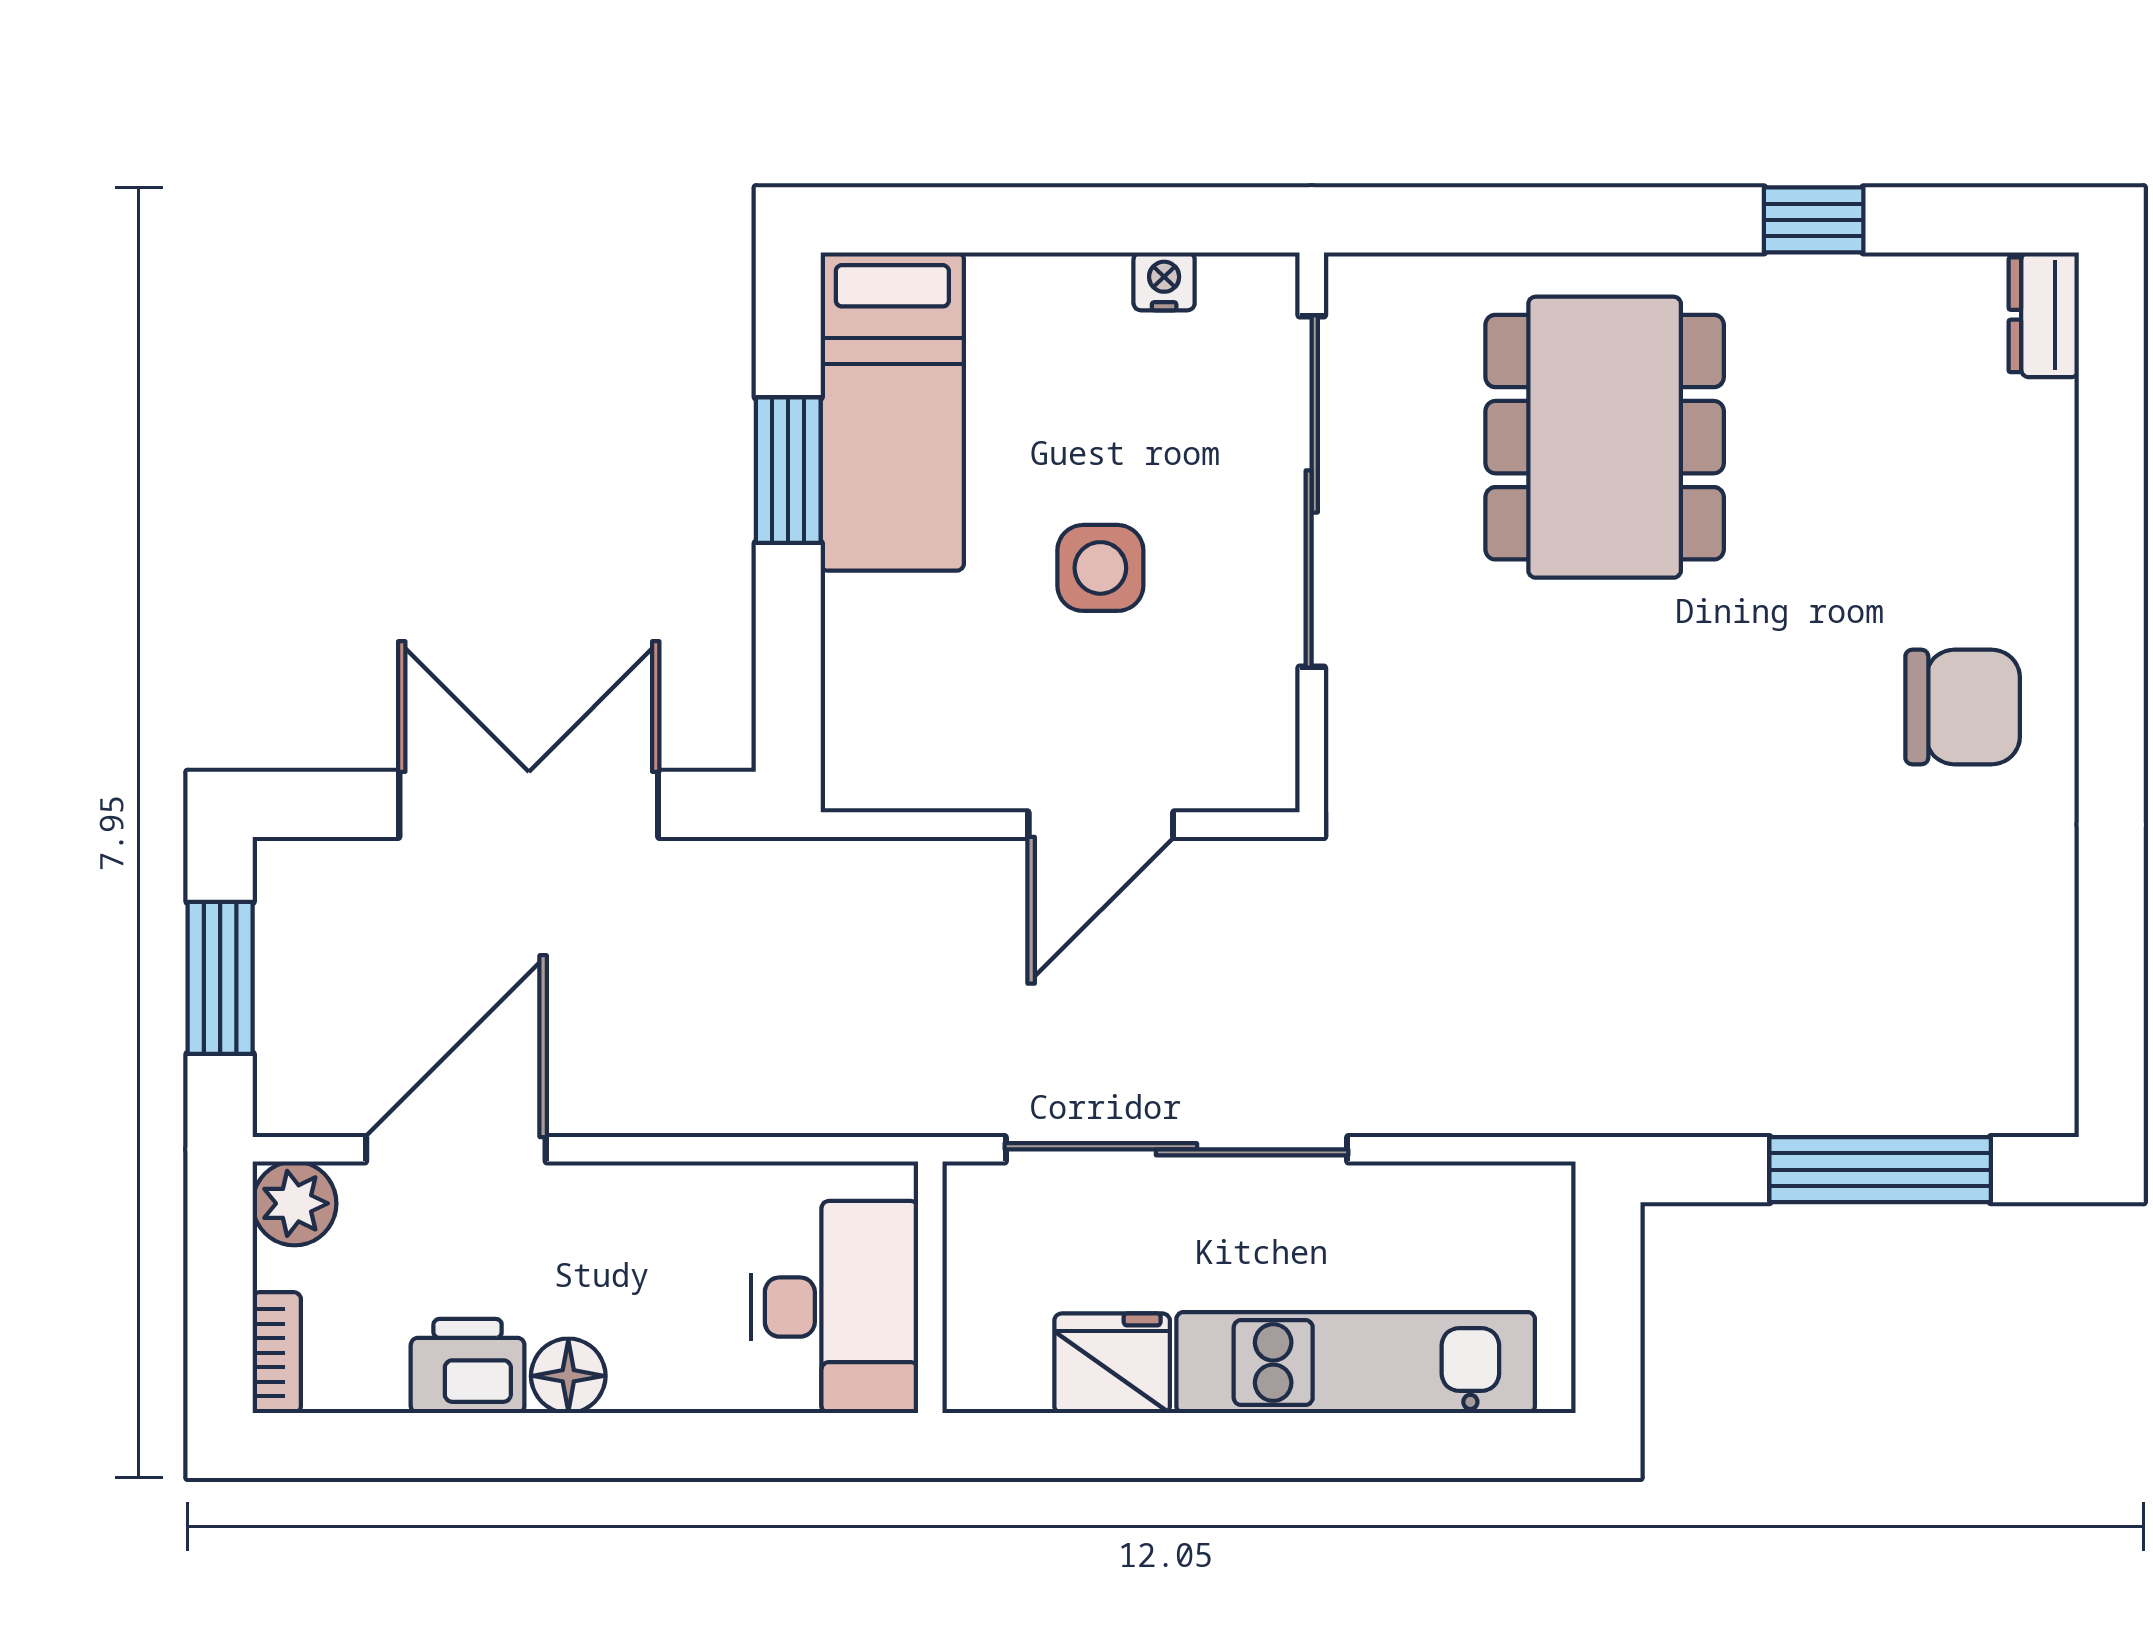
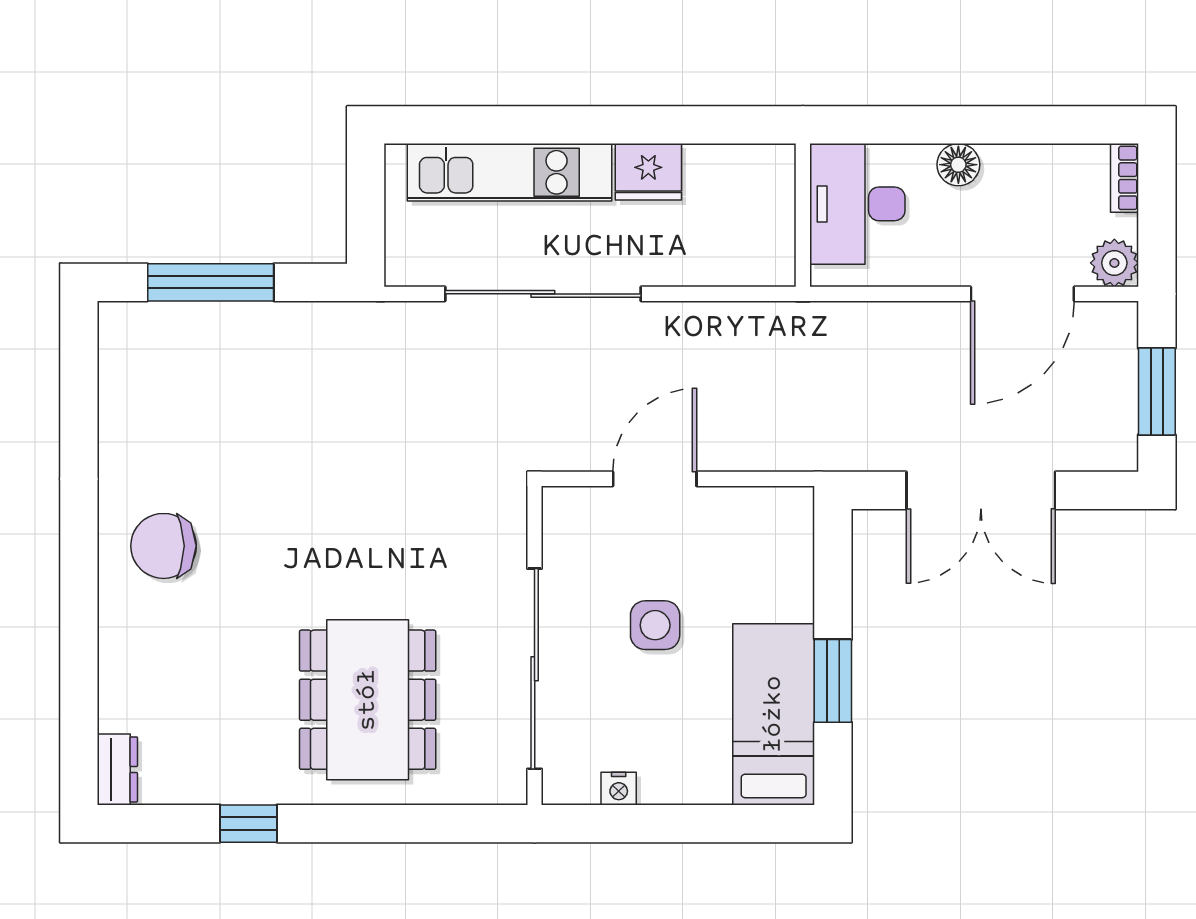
sliding door: (1176, 1149) -> (543, 294), moved
wall: (930, 1287) -> (803, 215), moved
desk: (835, 1307) -> (857, 204), moved
printer: (468, 1366) -> (1016, 170), removed

